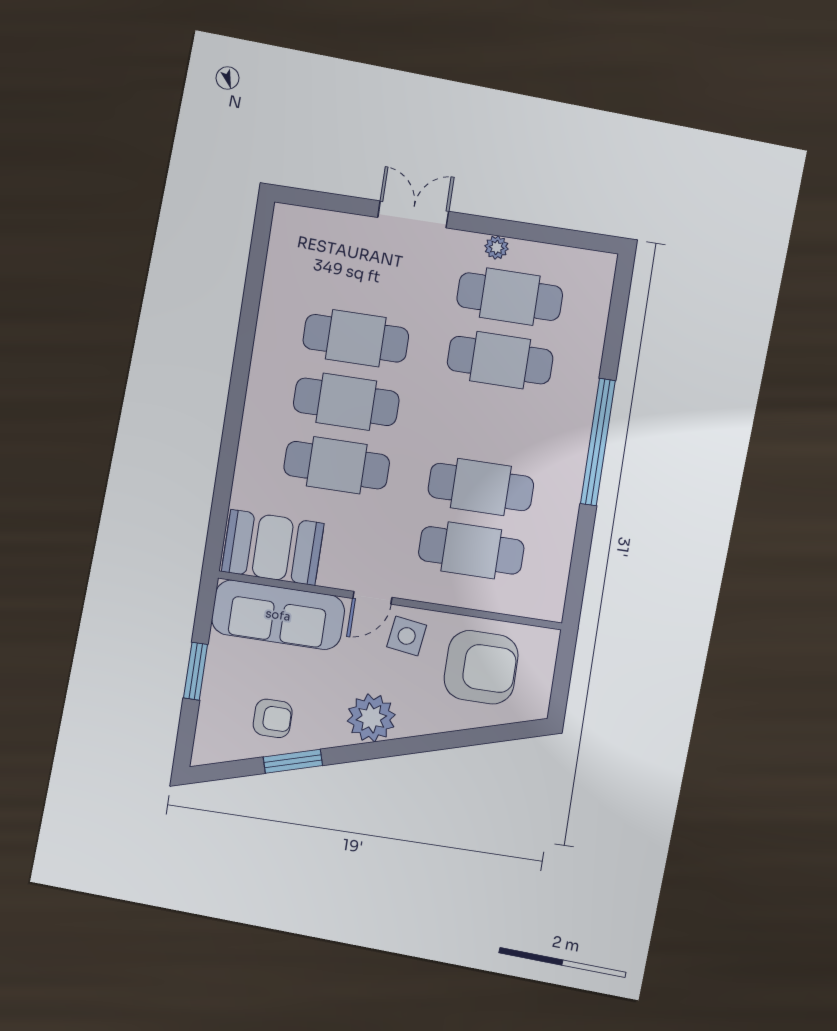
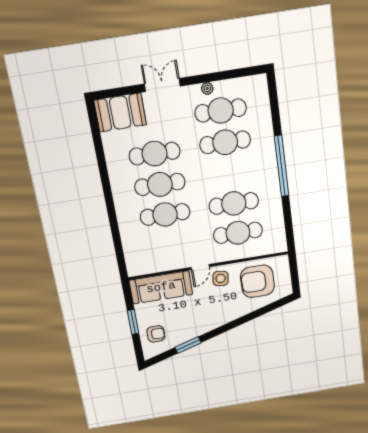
booth: (273, 547) -> (120, 113), moved
armchair: (481, 667) -> (257, 281), turned 180
armchair: (273, 718) -> (156, 334), moved
plant: (371, 718) -> (216, 317), removed

